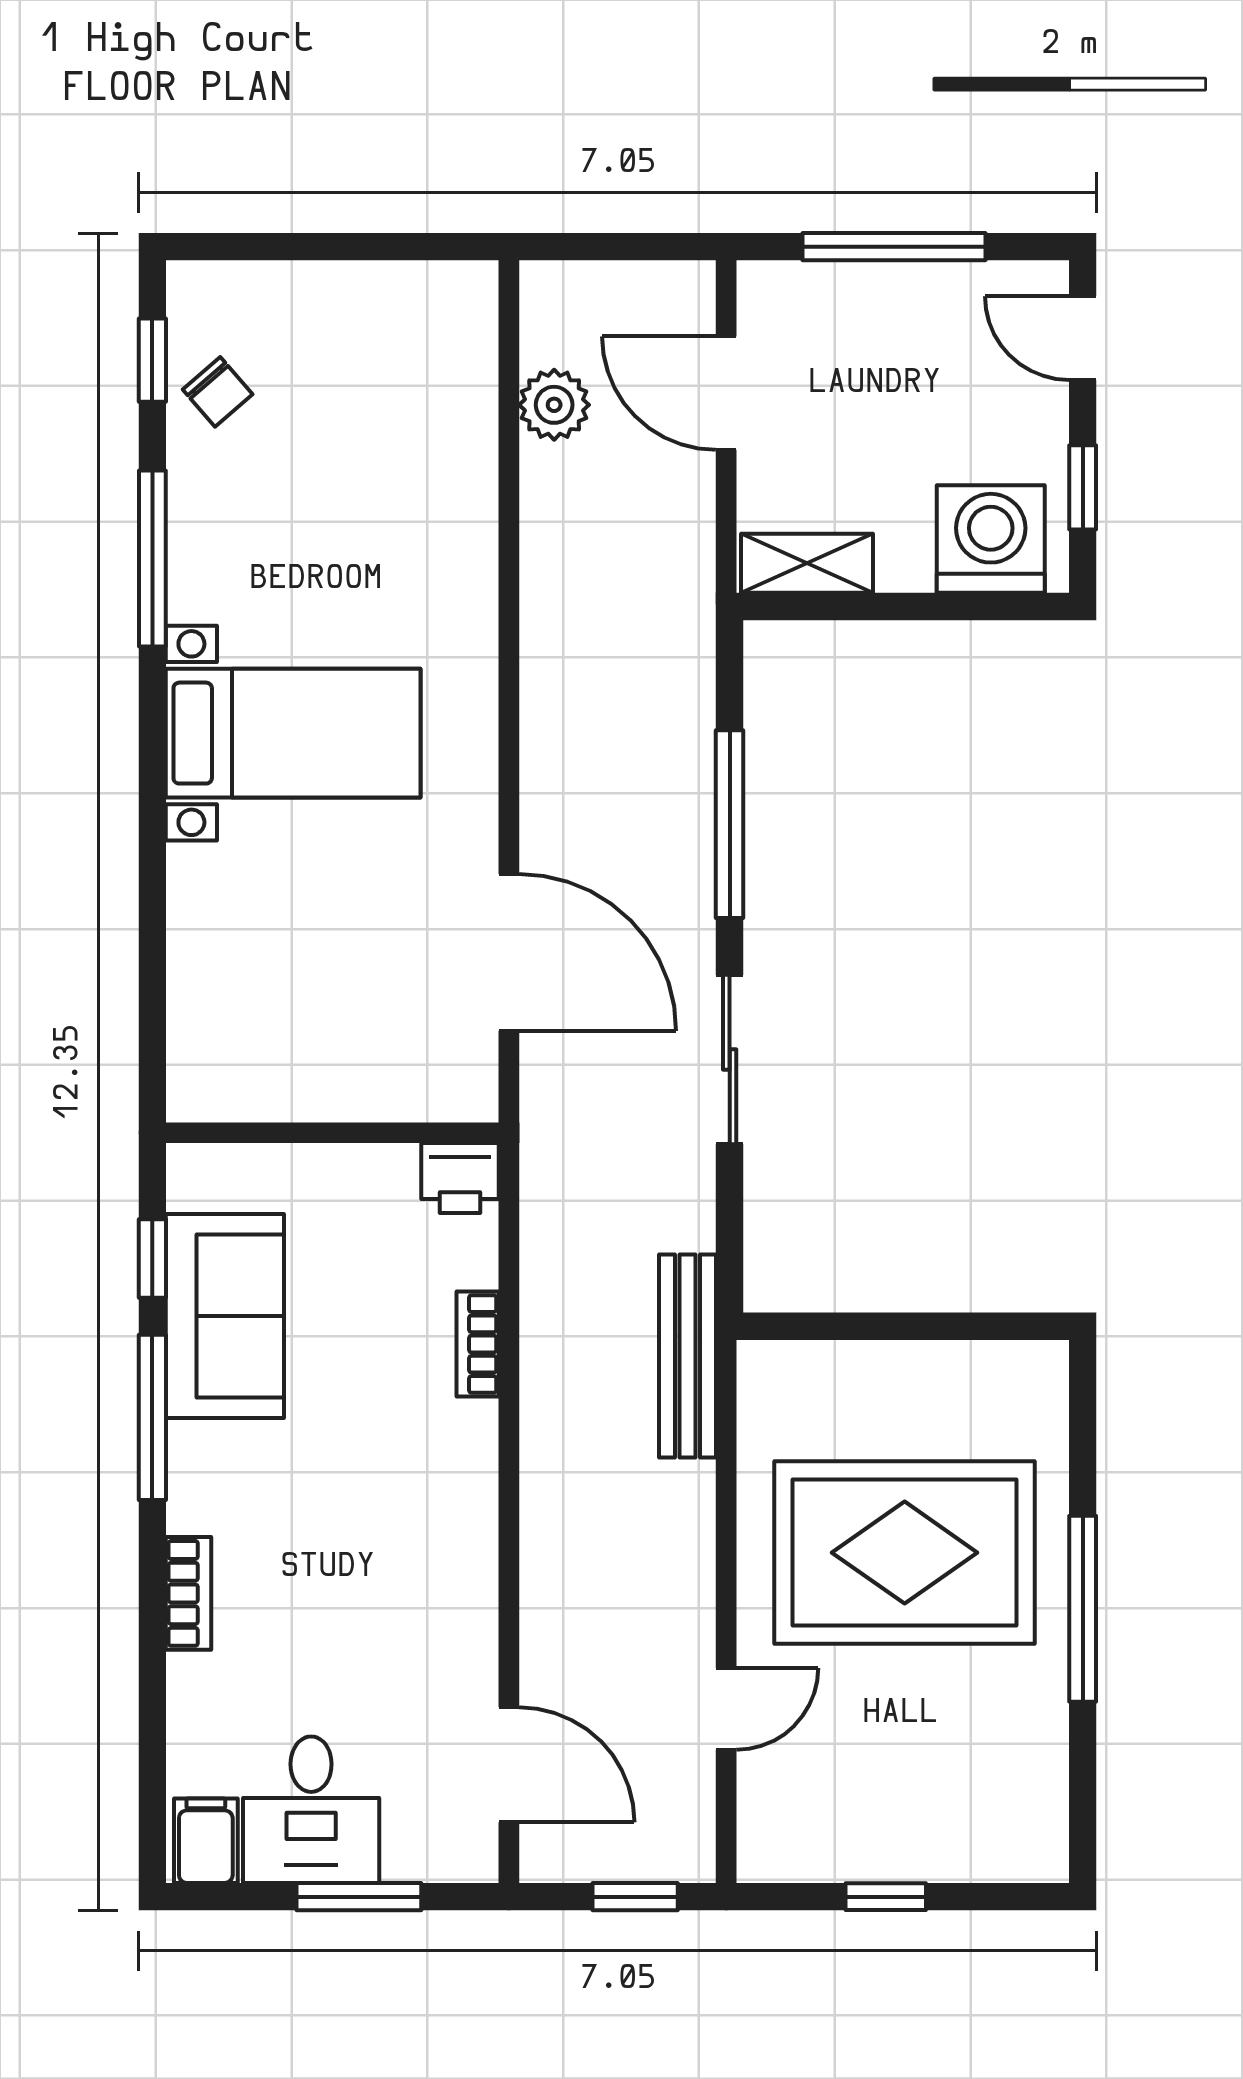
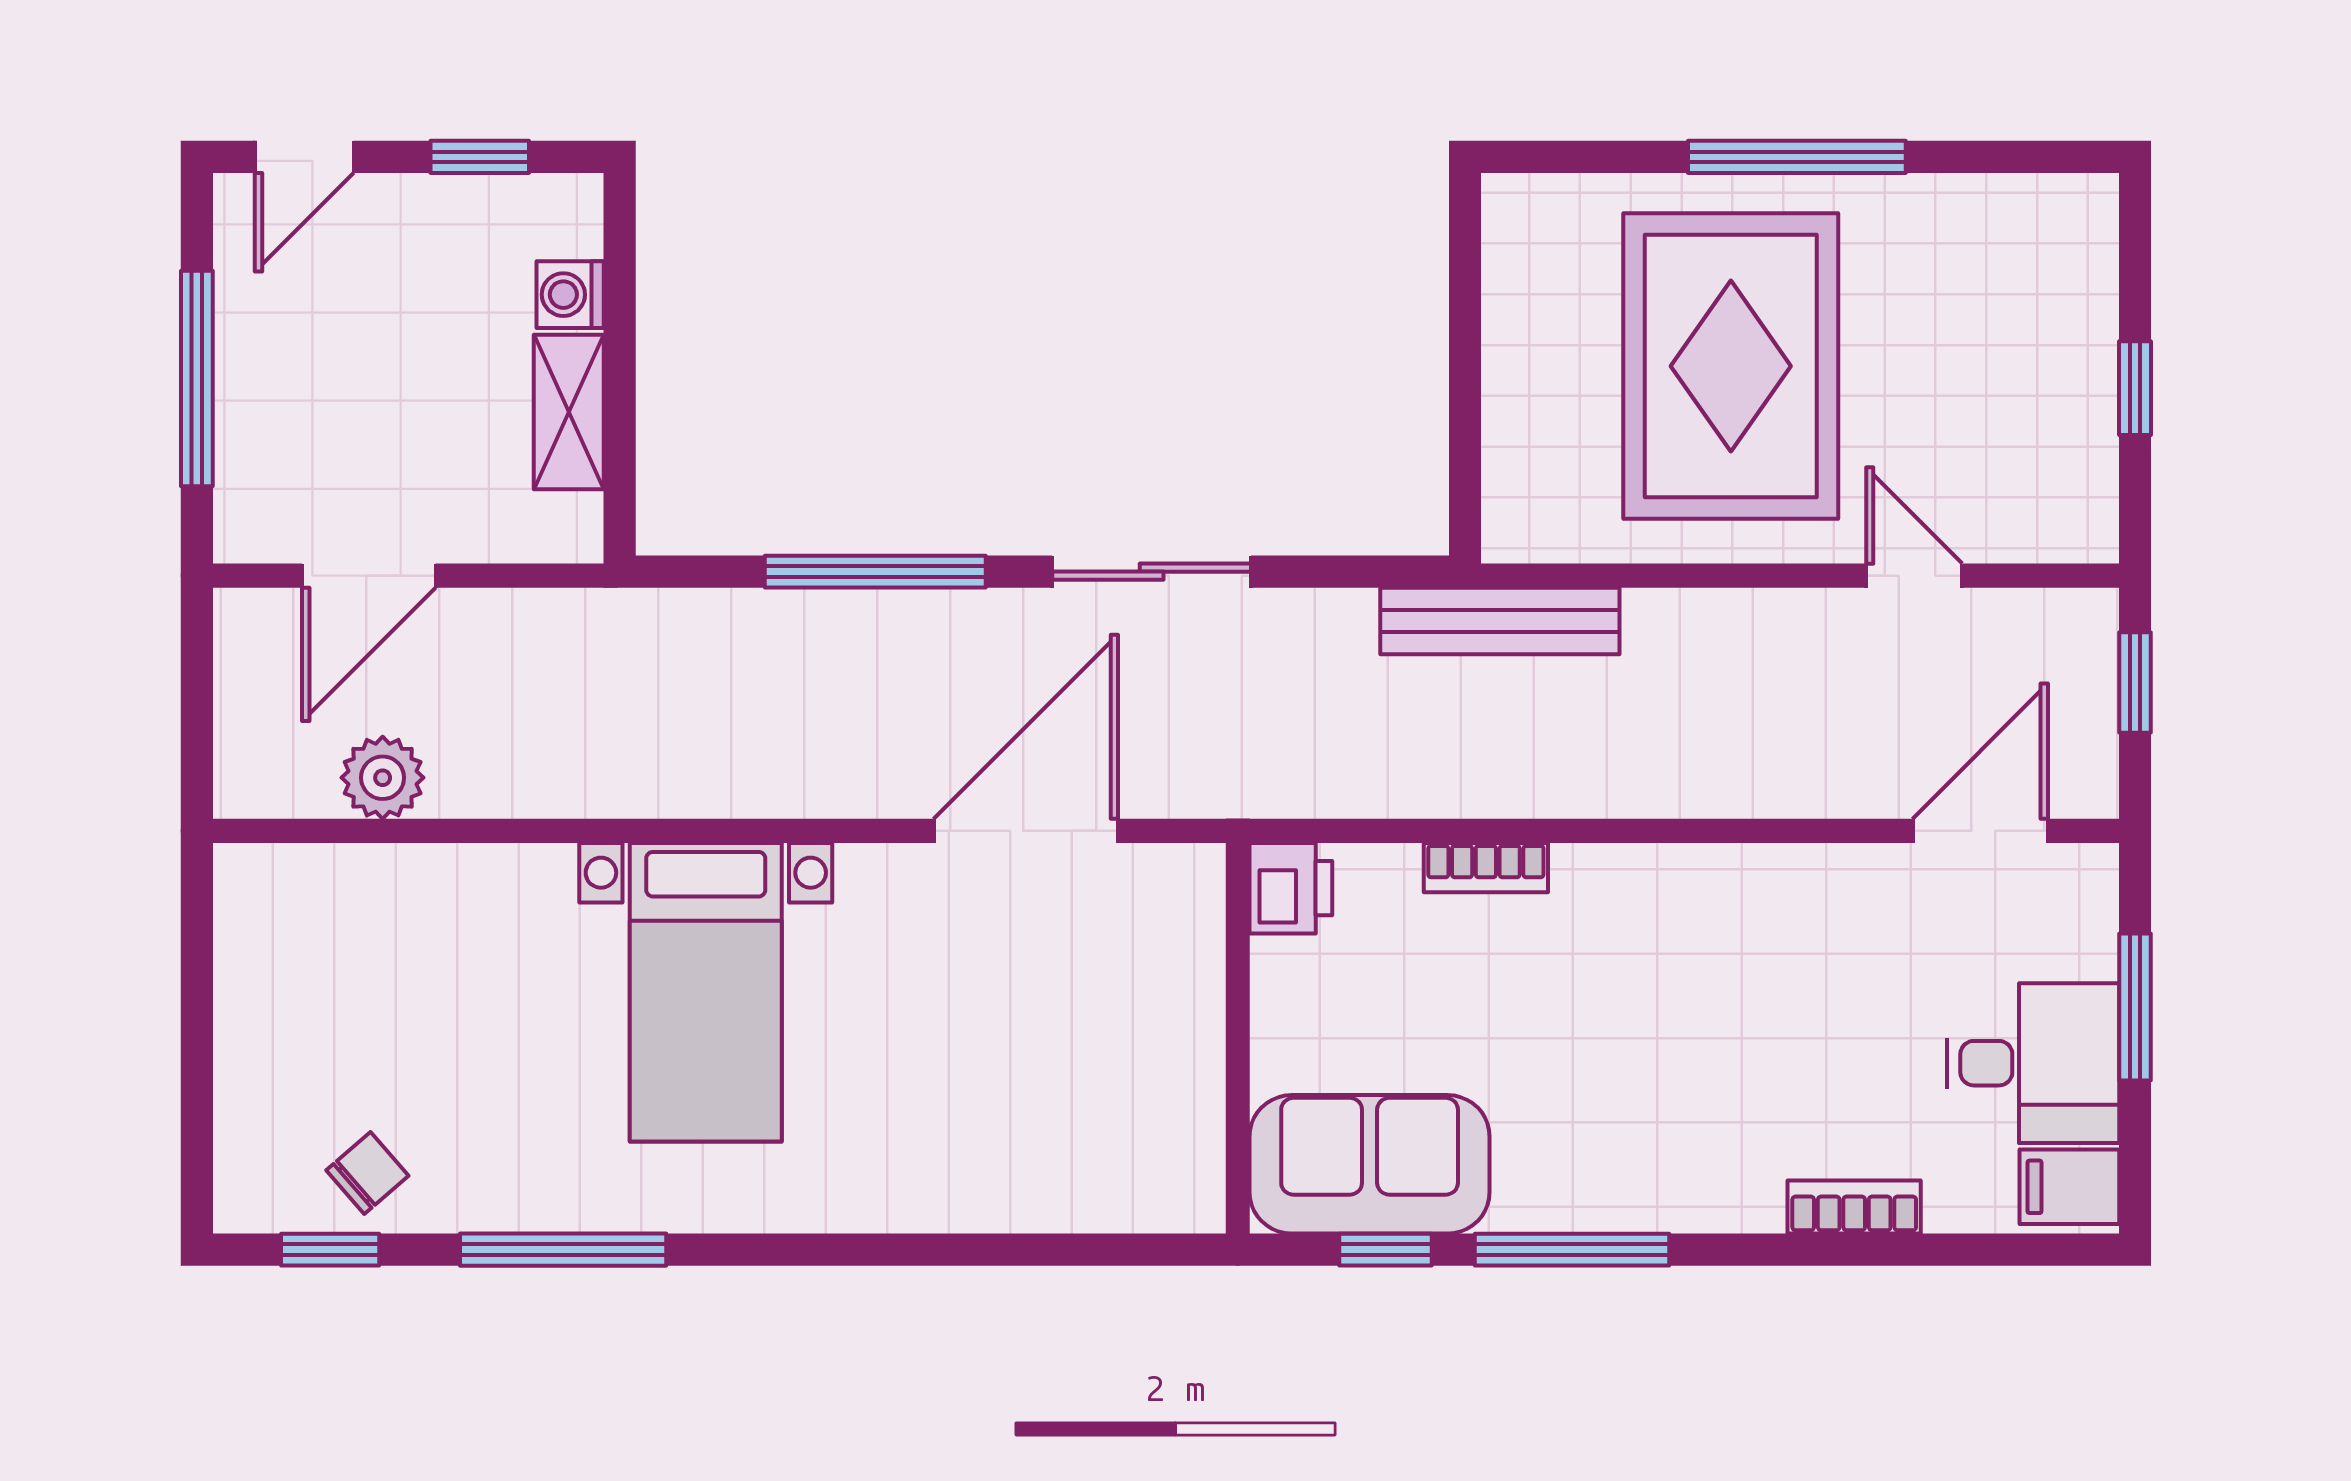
washing machine: (991, 539) -> (570, 295), width x0.53, depth x0.53
shelving: (807, 563) -> (569, 412), moved
bed with nightstands: (293, 733) -> (706, 992), moved, turned 180
sofa: (225, 1316) -> (1370, 1164), moved
bookcase: (189, 1593) -> (1854, 1207), moved

